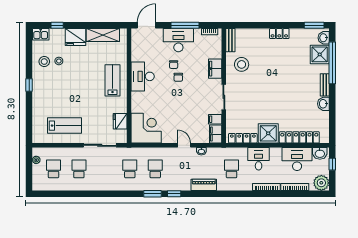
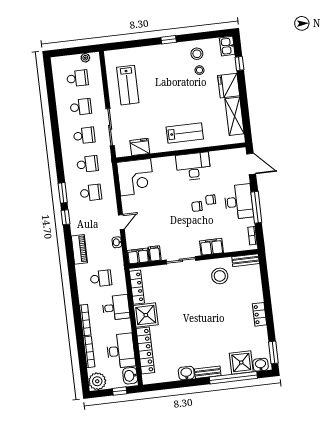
school desk: (104, 169) -> (84, 136), added

